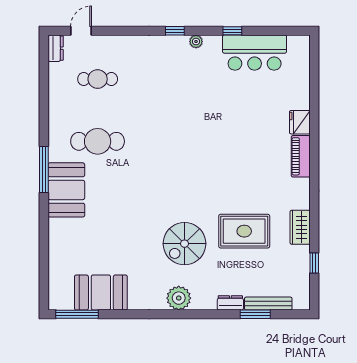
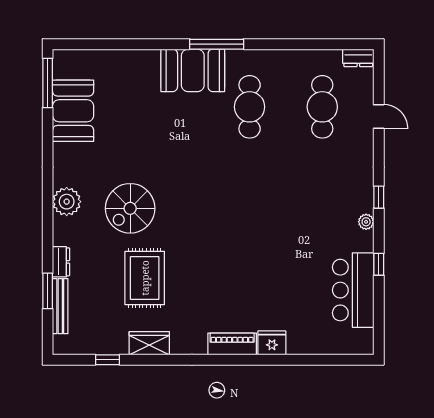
door: (81, 31) -> (379, 117), moved
cafe table: (98, 79) -> (322, 107), width x1.37, depth x1.35
spiral stairs: (184, 244) -> (130, 208), turned -90

